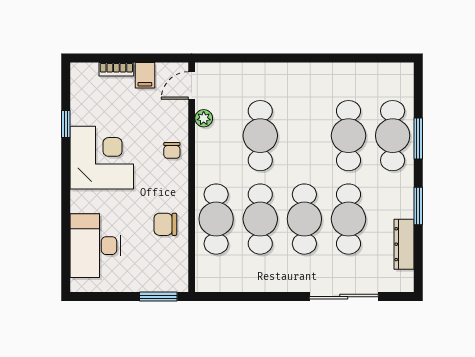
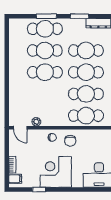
filing cabinet: (145, 75) -> (15, 179), moved
cafe table: (260, 136) -> (45, 72), moved
chair: (165, 224) -> (70, 141), moved

